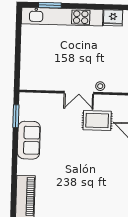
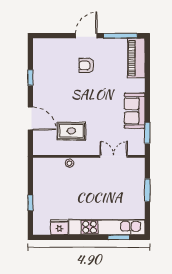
window: (18, 55) -> (147, 190), added
double door: (79, 93) -> (114, 156), moved
armchair: (79, 190) -> (86, 65), added

